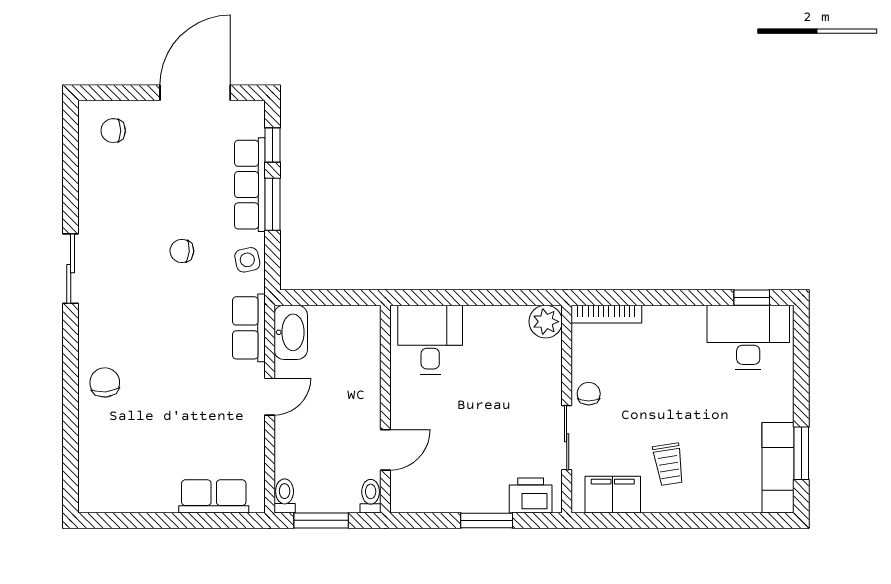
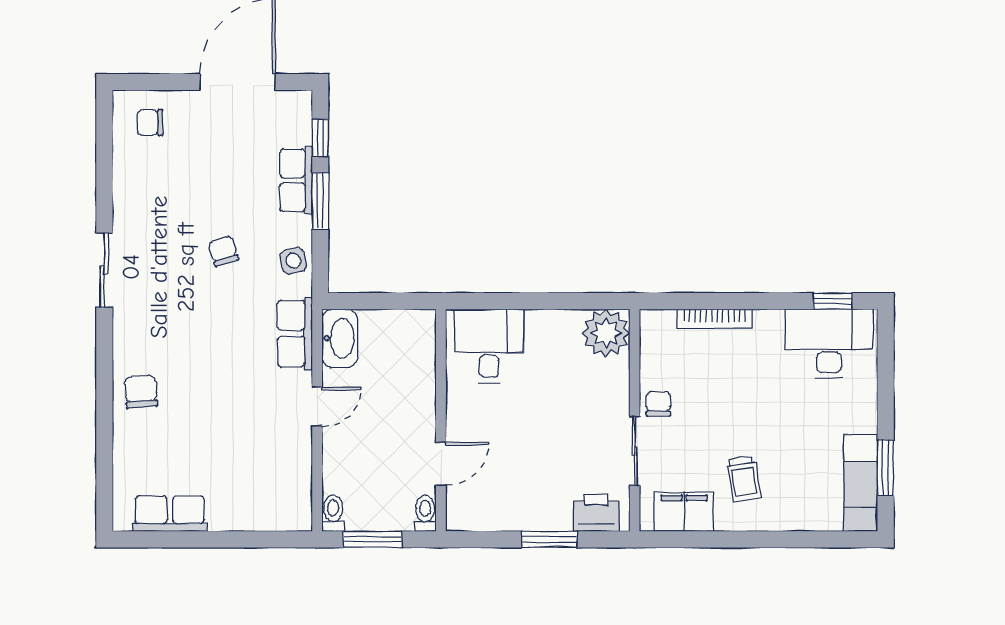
row of seats: (250, 185) -> (296, 180), width x0.68
chair: (182, 251) -> (223, 251), turned 68
bookcase: (606, 314) -> (715, 319), moved
plant: (546, 322) -> (606, 333), width x1.36, depth x1.36
row of seats: (214, 496) -> (170, 514), moved

